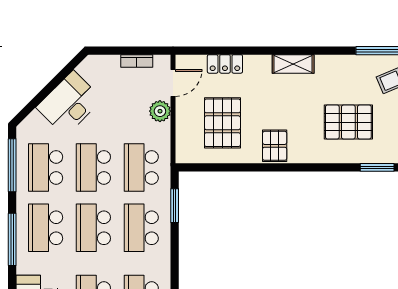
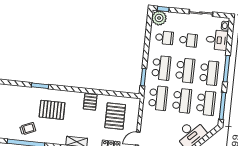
plant: (160, 111) -> (146, 125), removed

